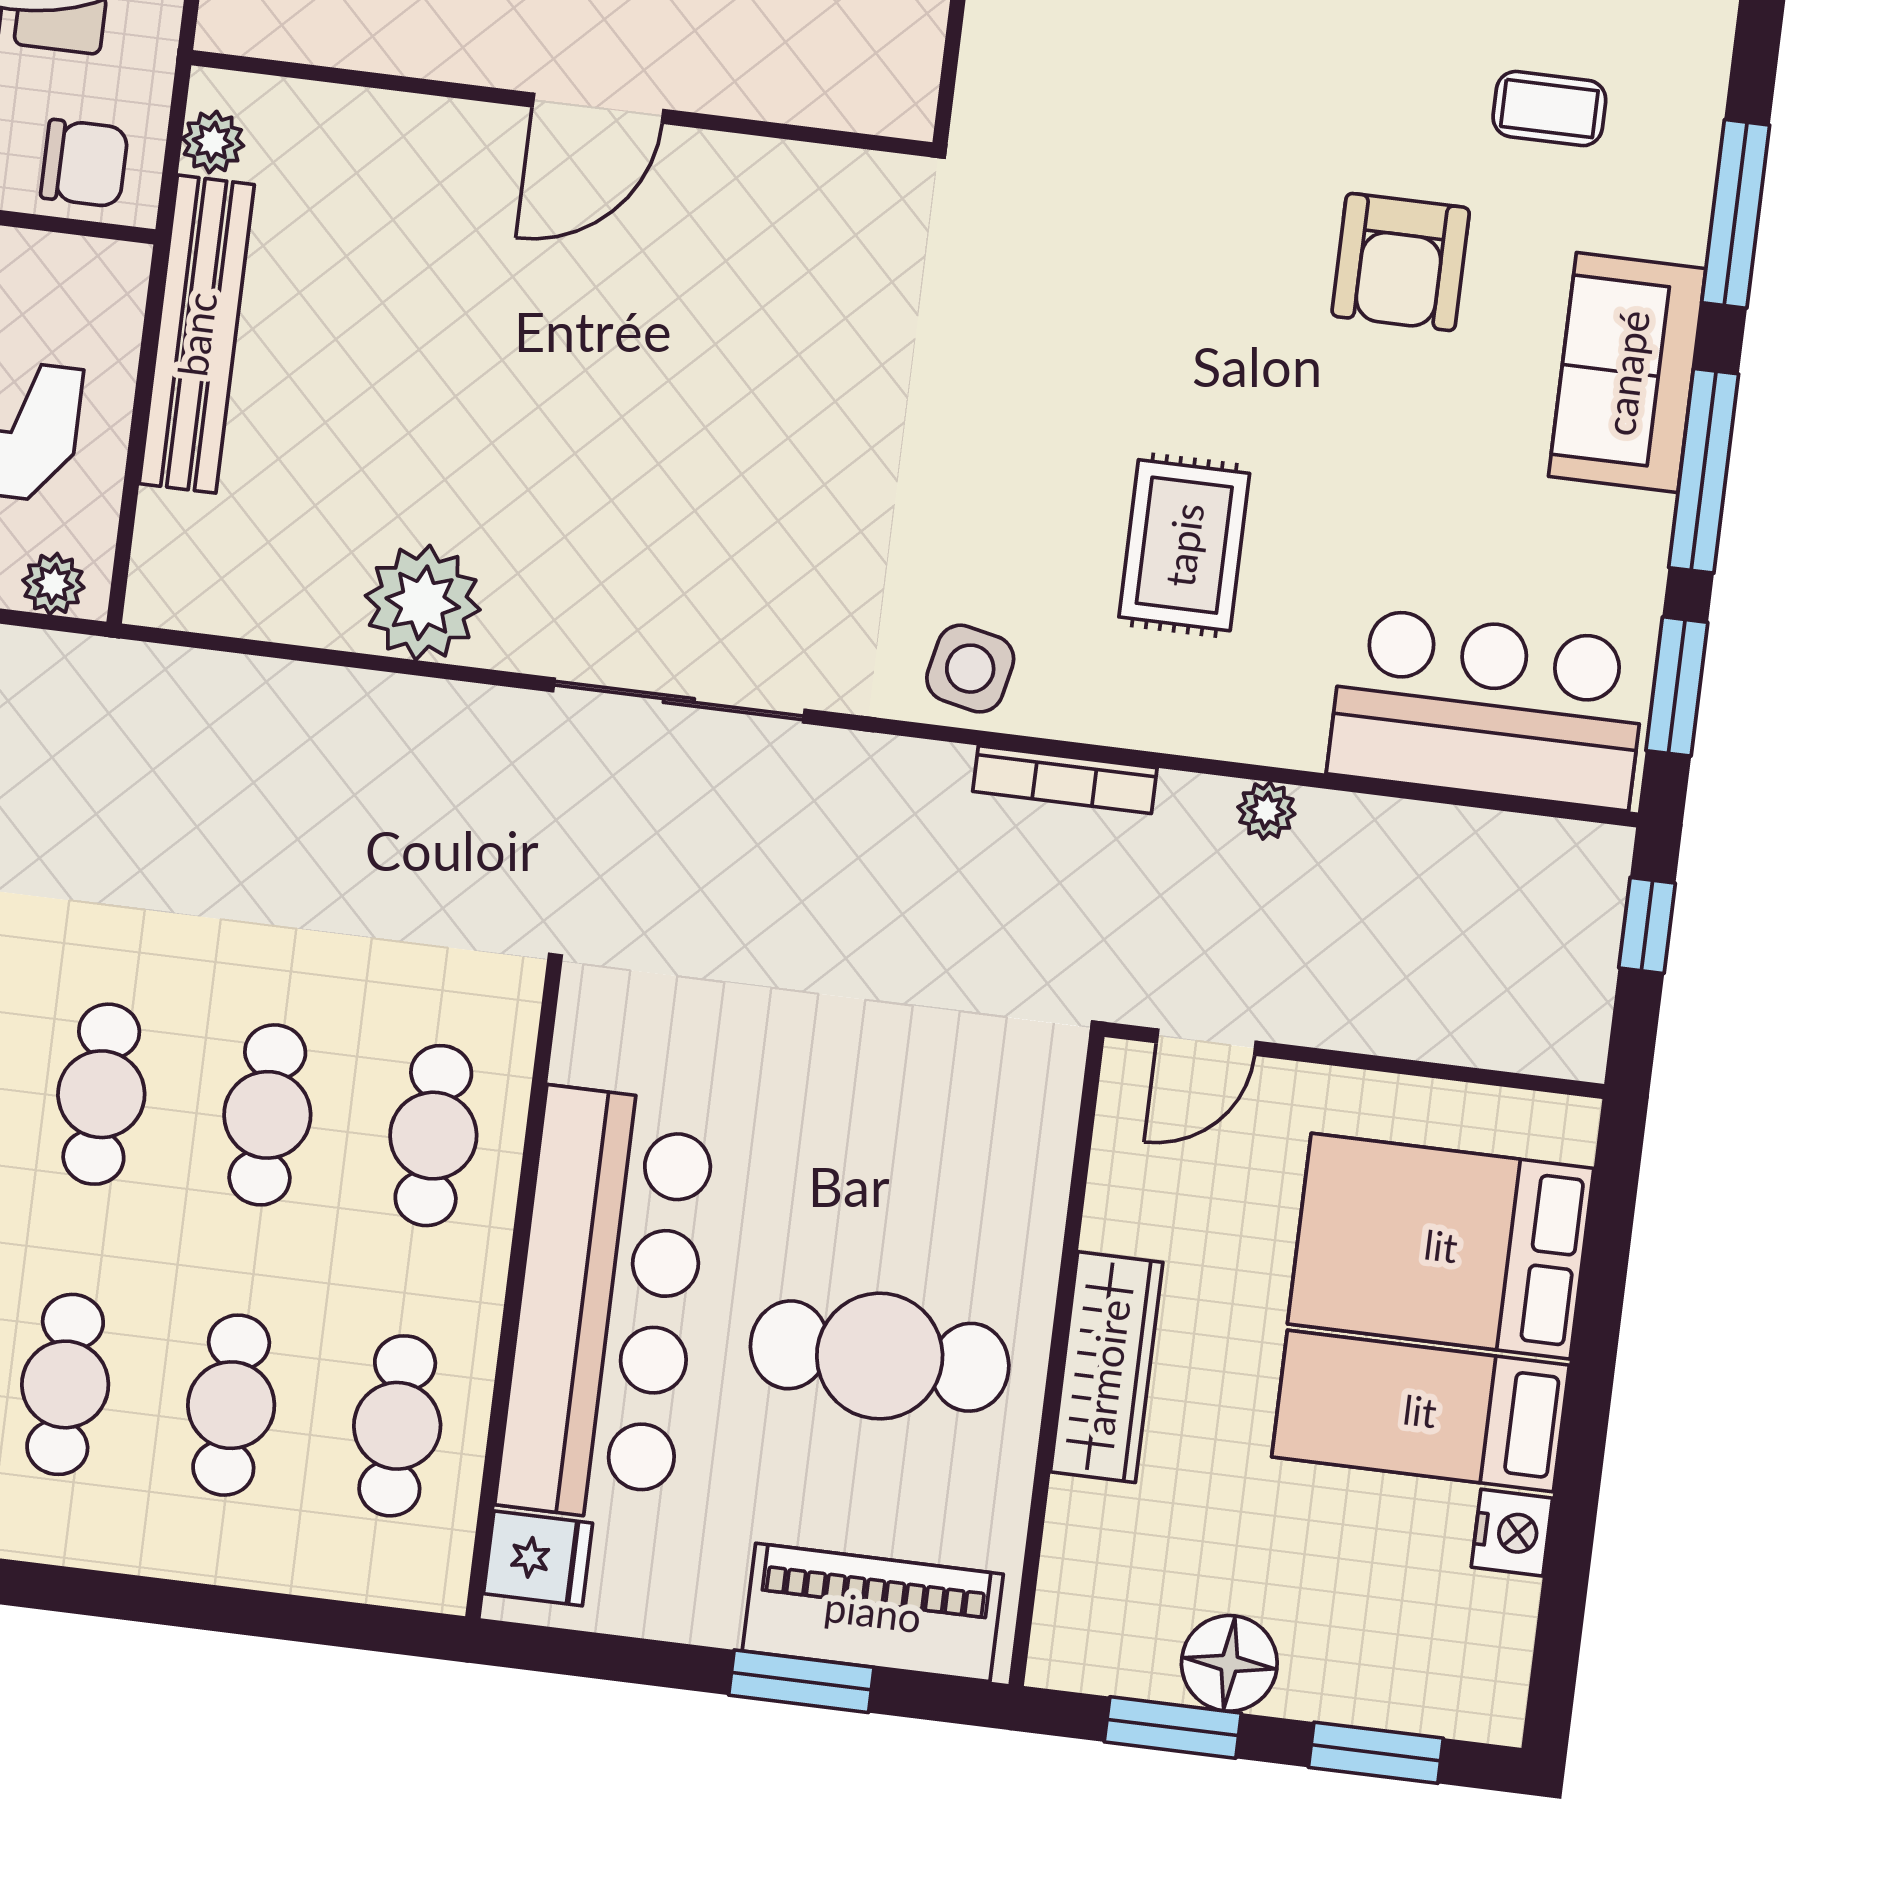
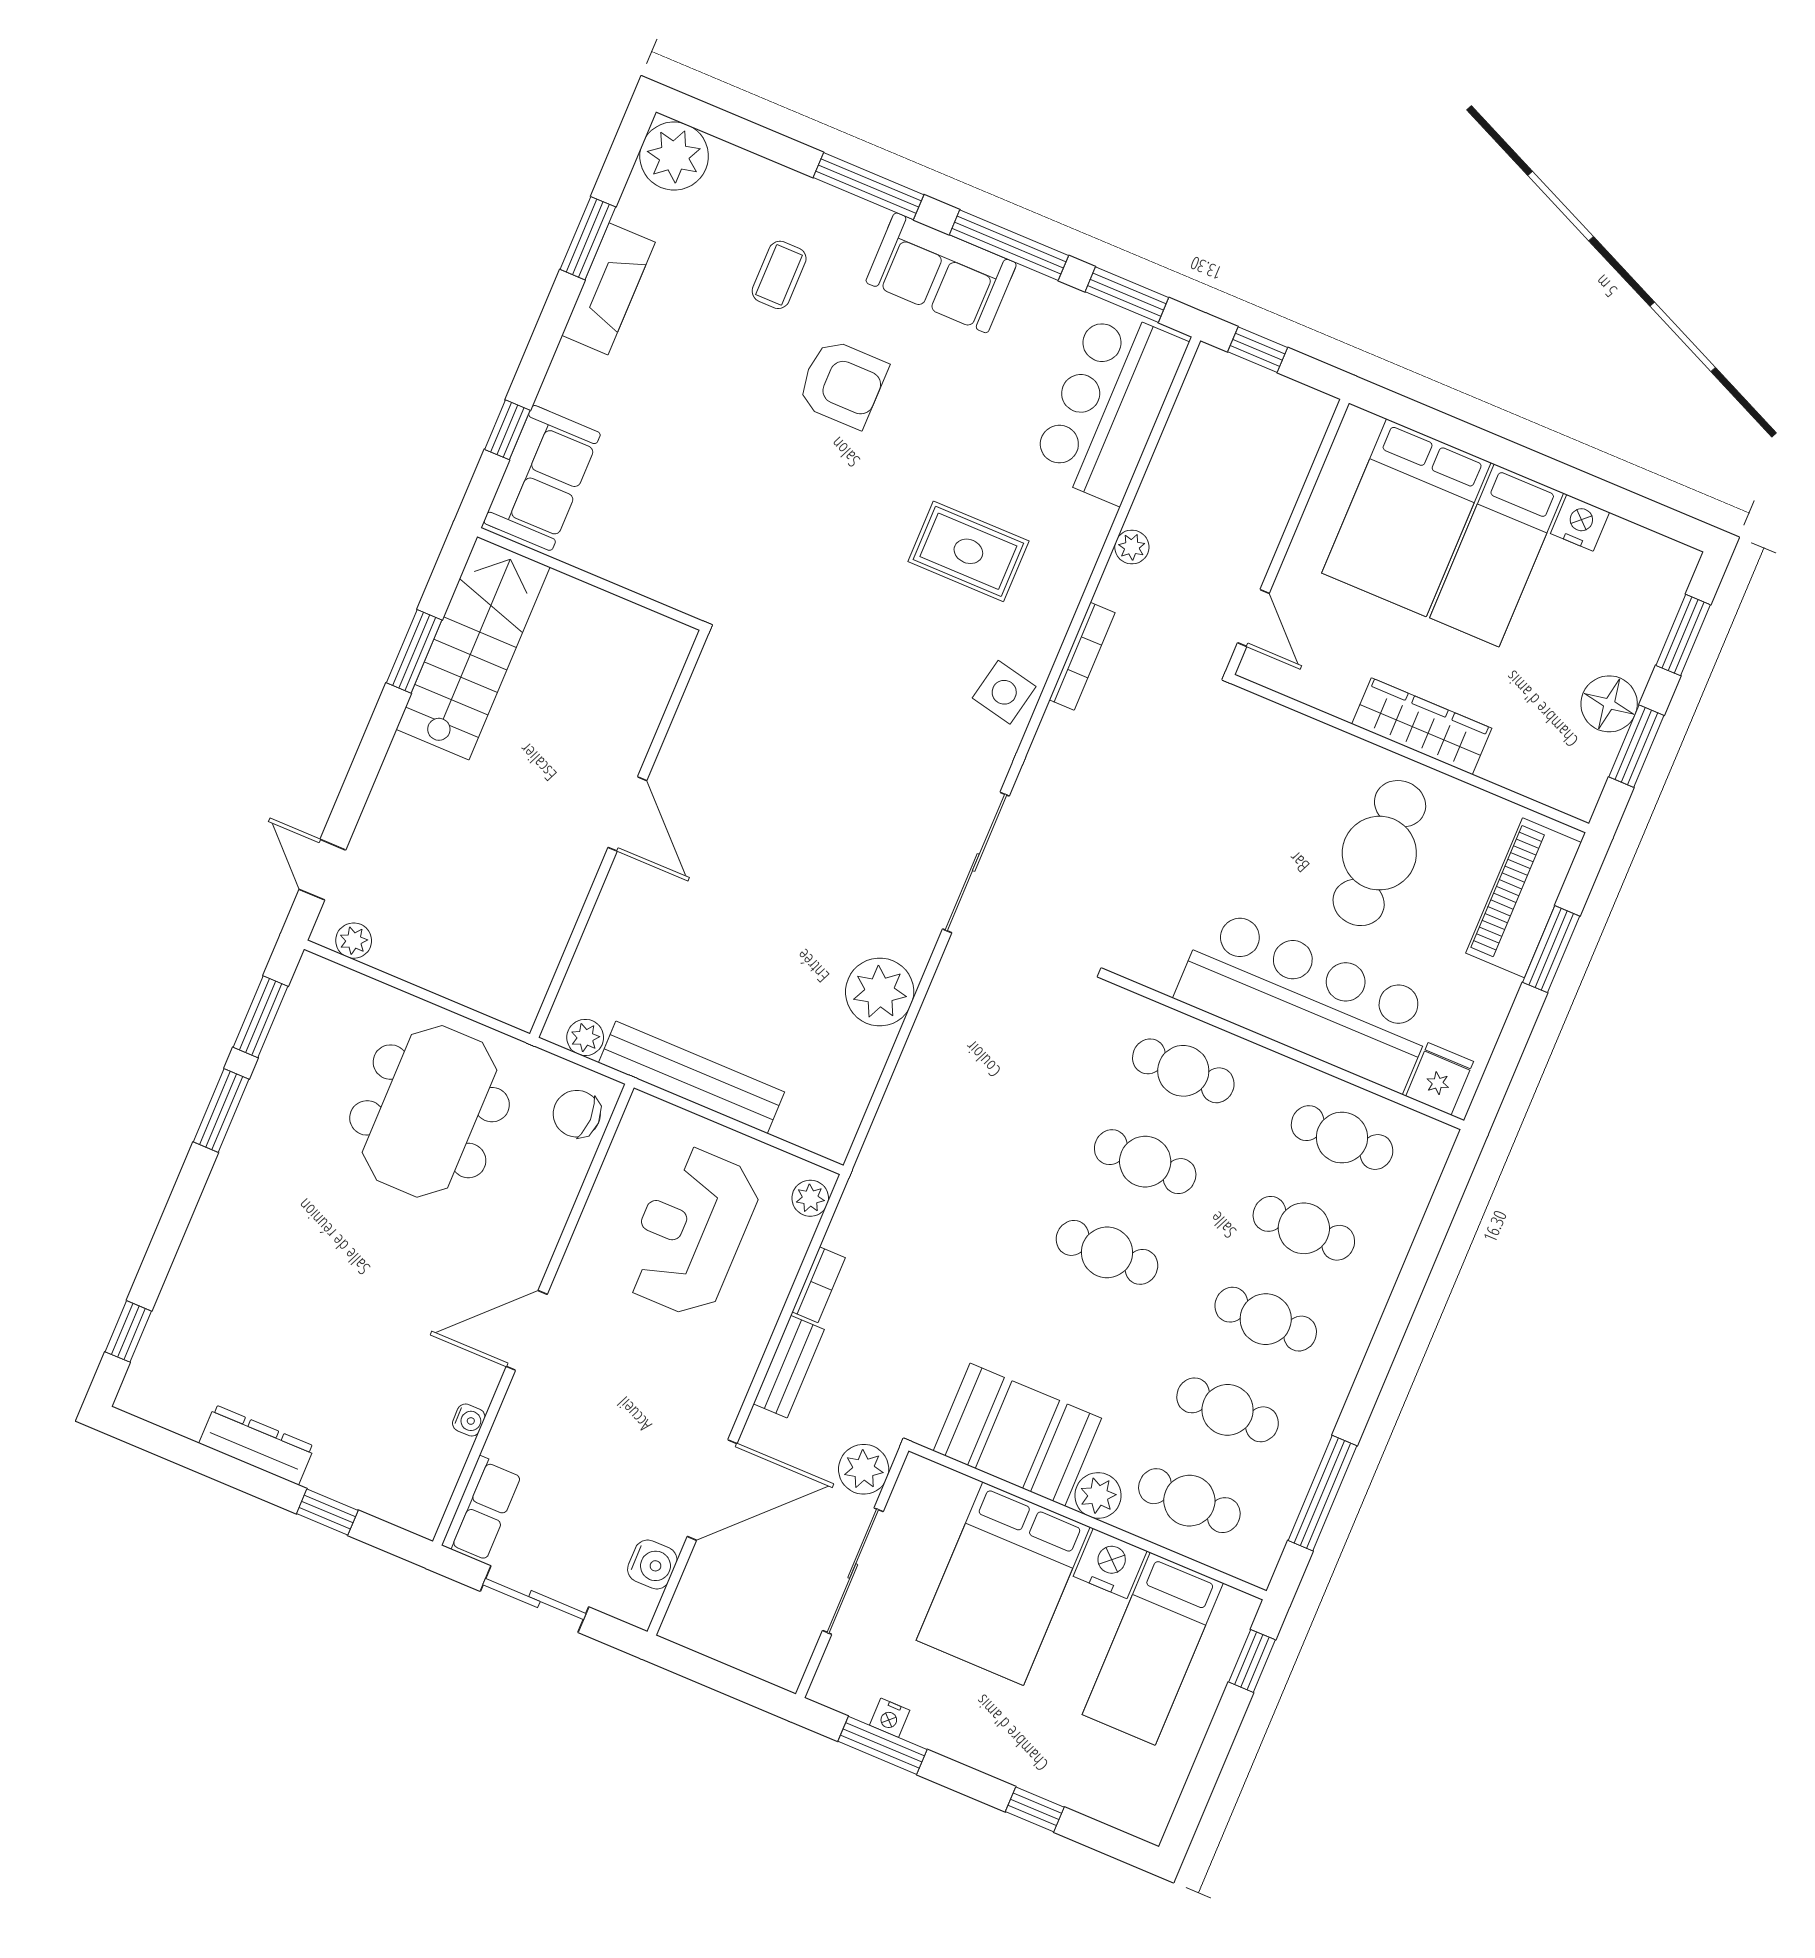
chair: (84, 163) -> (577, 1114), turned -90

